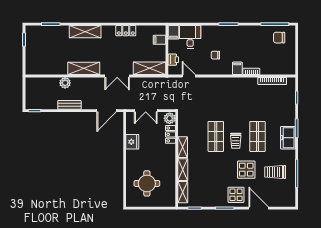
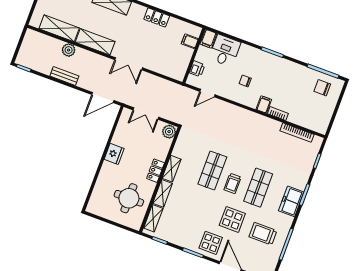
shelving: (149, 68) -> (59, 28), moved
door: (189, 76) -> (207, 93), swing flipped
locker: (170, 134) -> (156, 171), moved
fridge: (132, 142) -> (114, 154), moved
round table: (147, 183) -> (129, 198), moved

